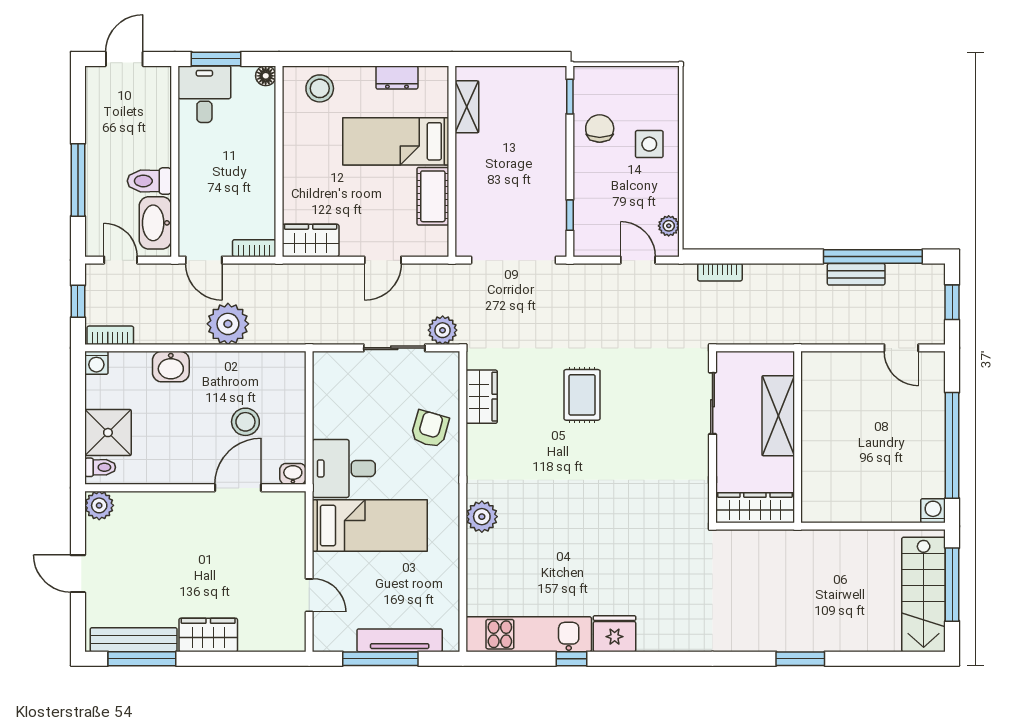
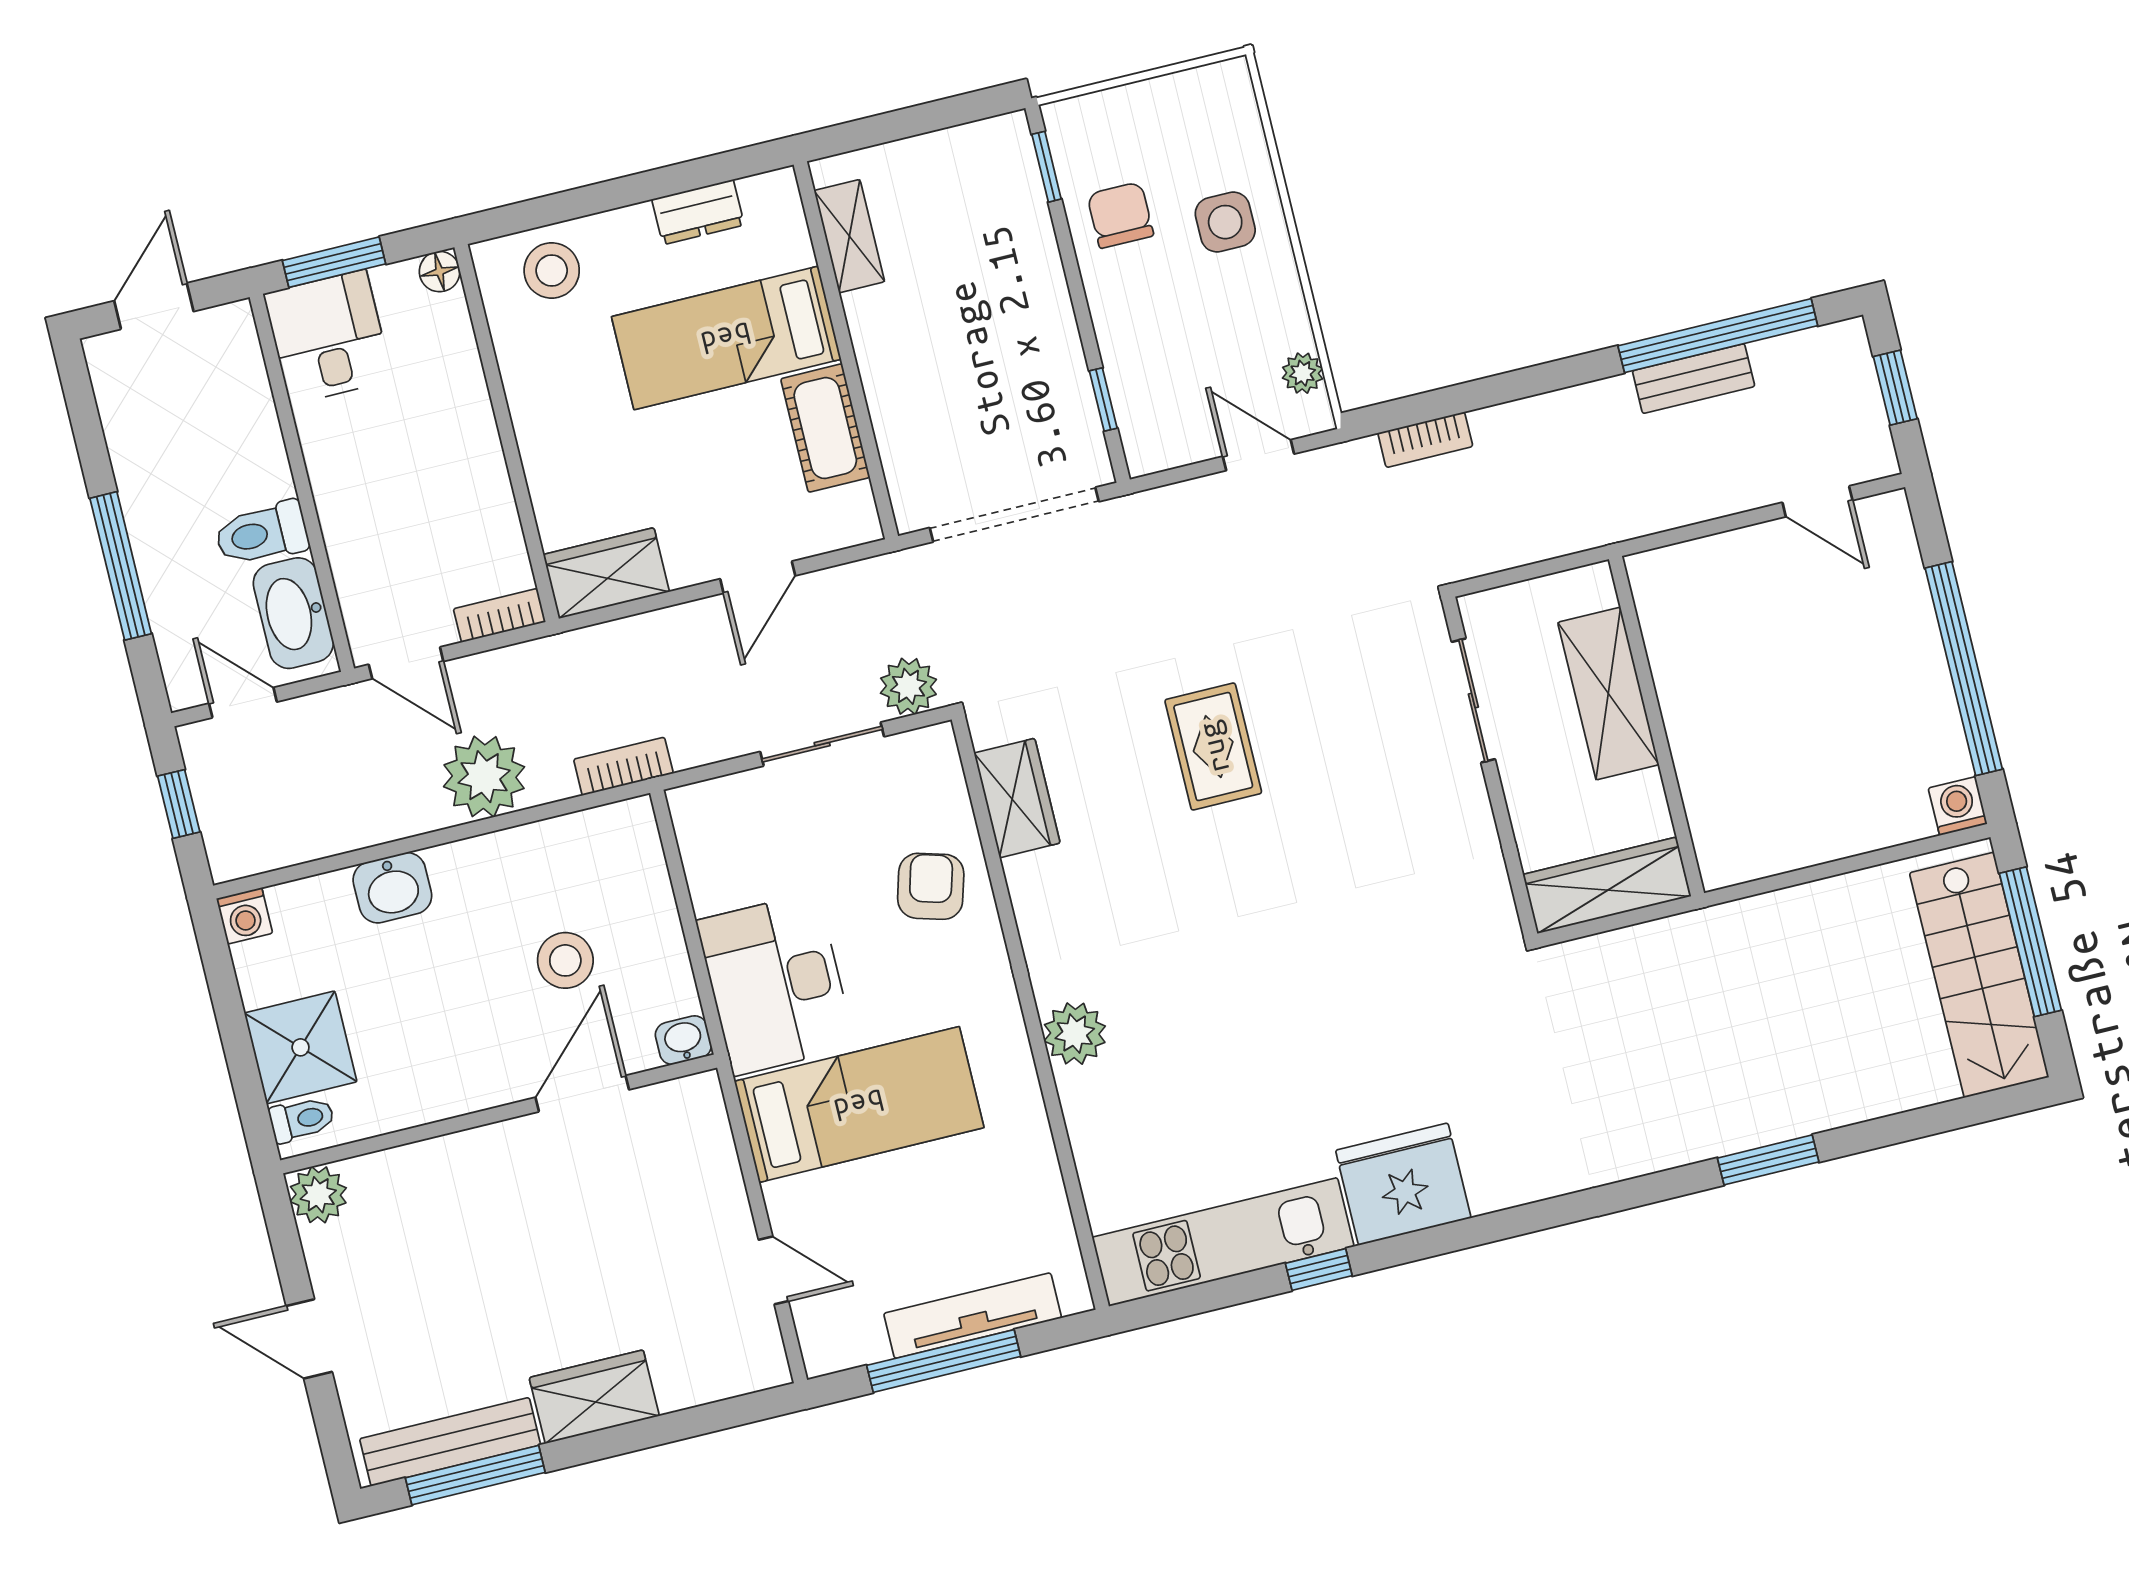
bookcase: (110, 335) -> (623, 766), moved
desk: (344, 468) -> (776, 984), width x1.37
fridge: (615, 634) -> (1403, 1184), width x1.36, depth x1.34

